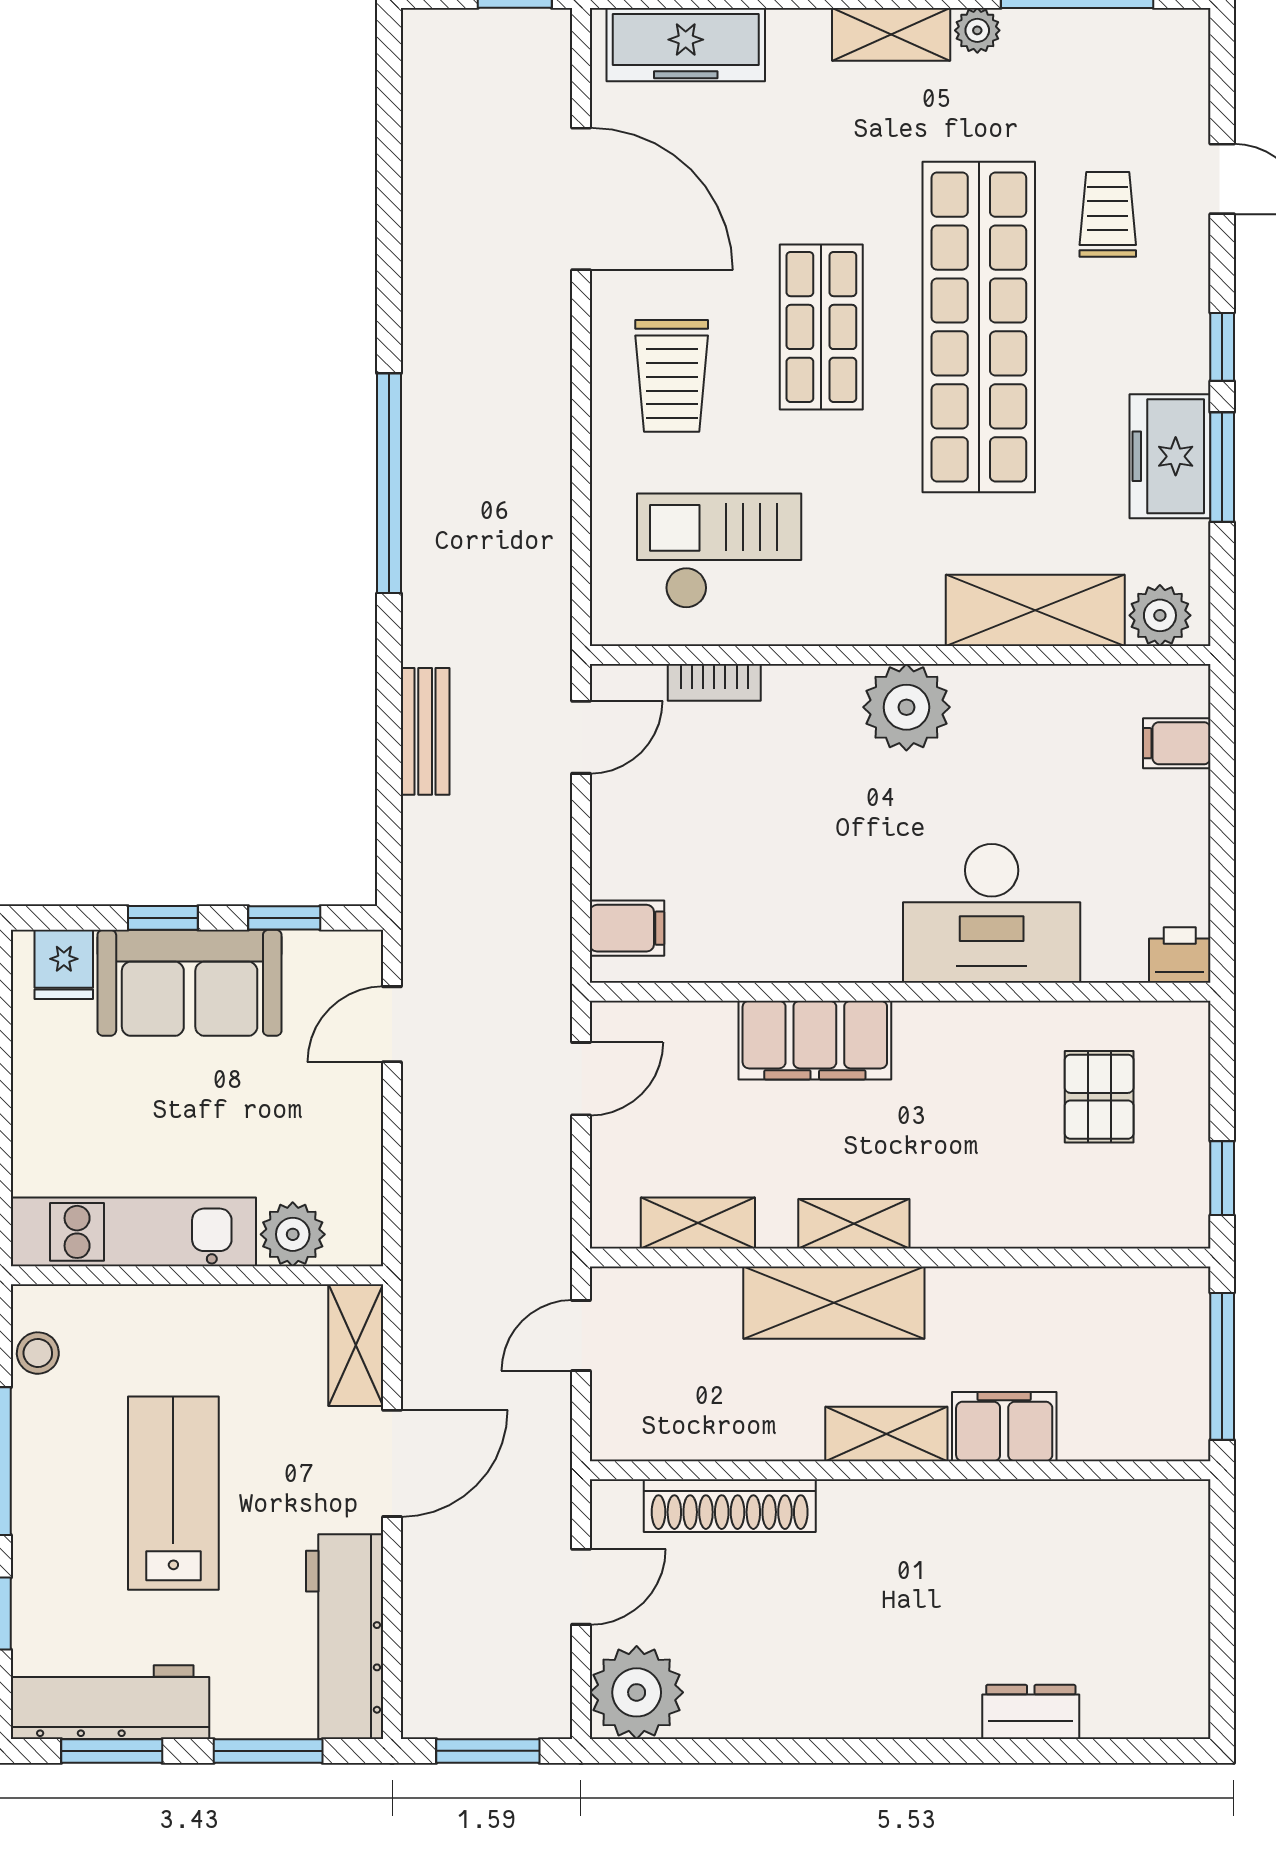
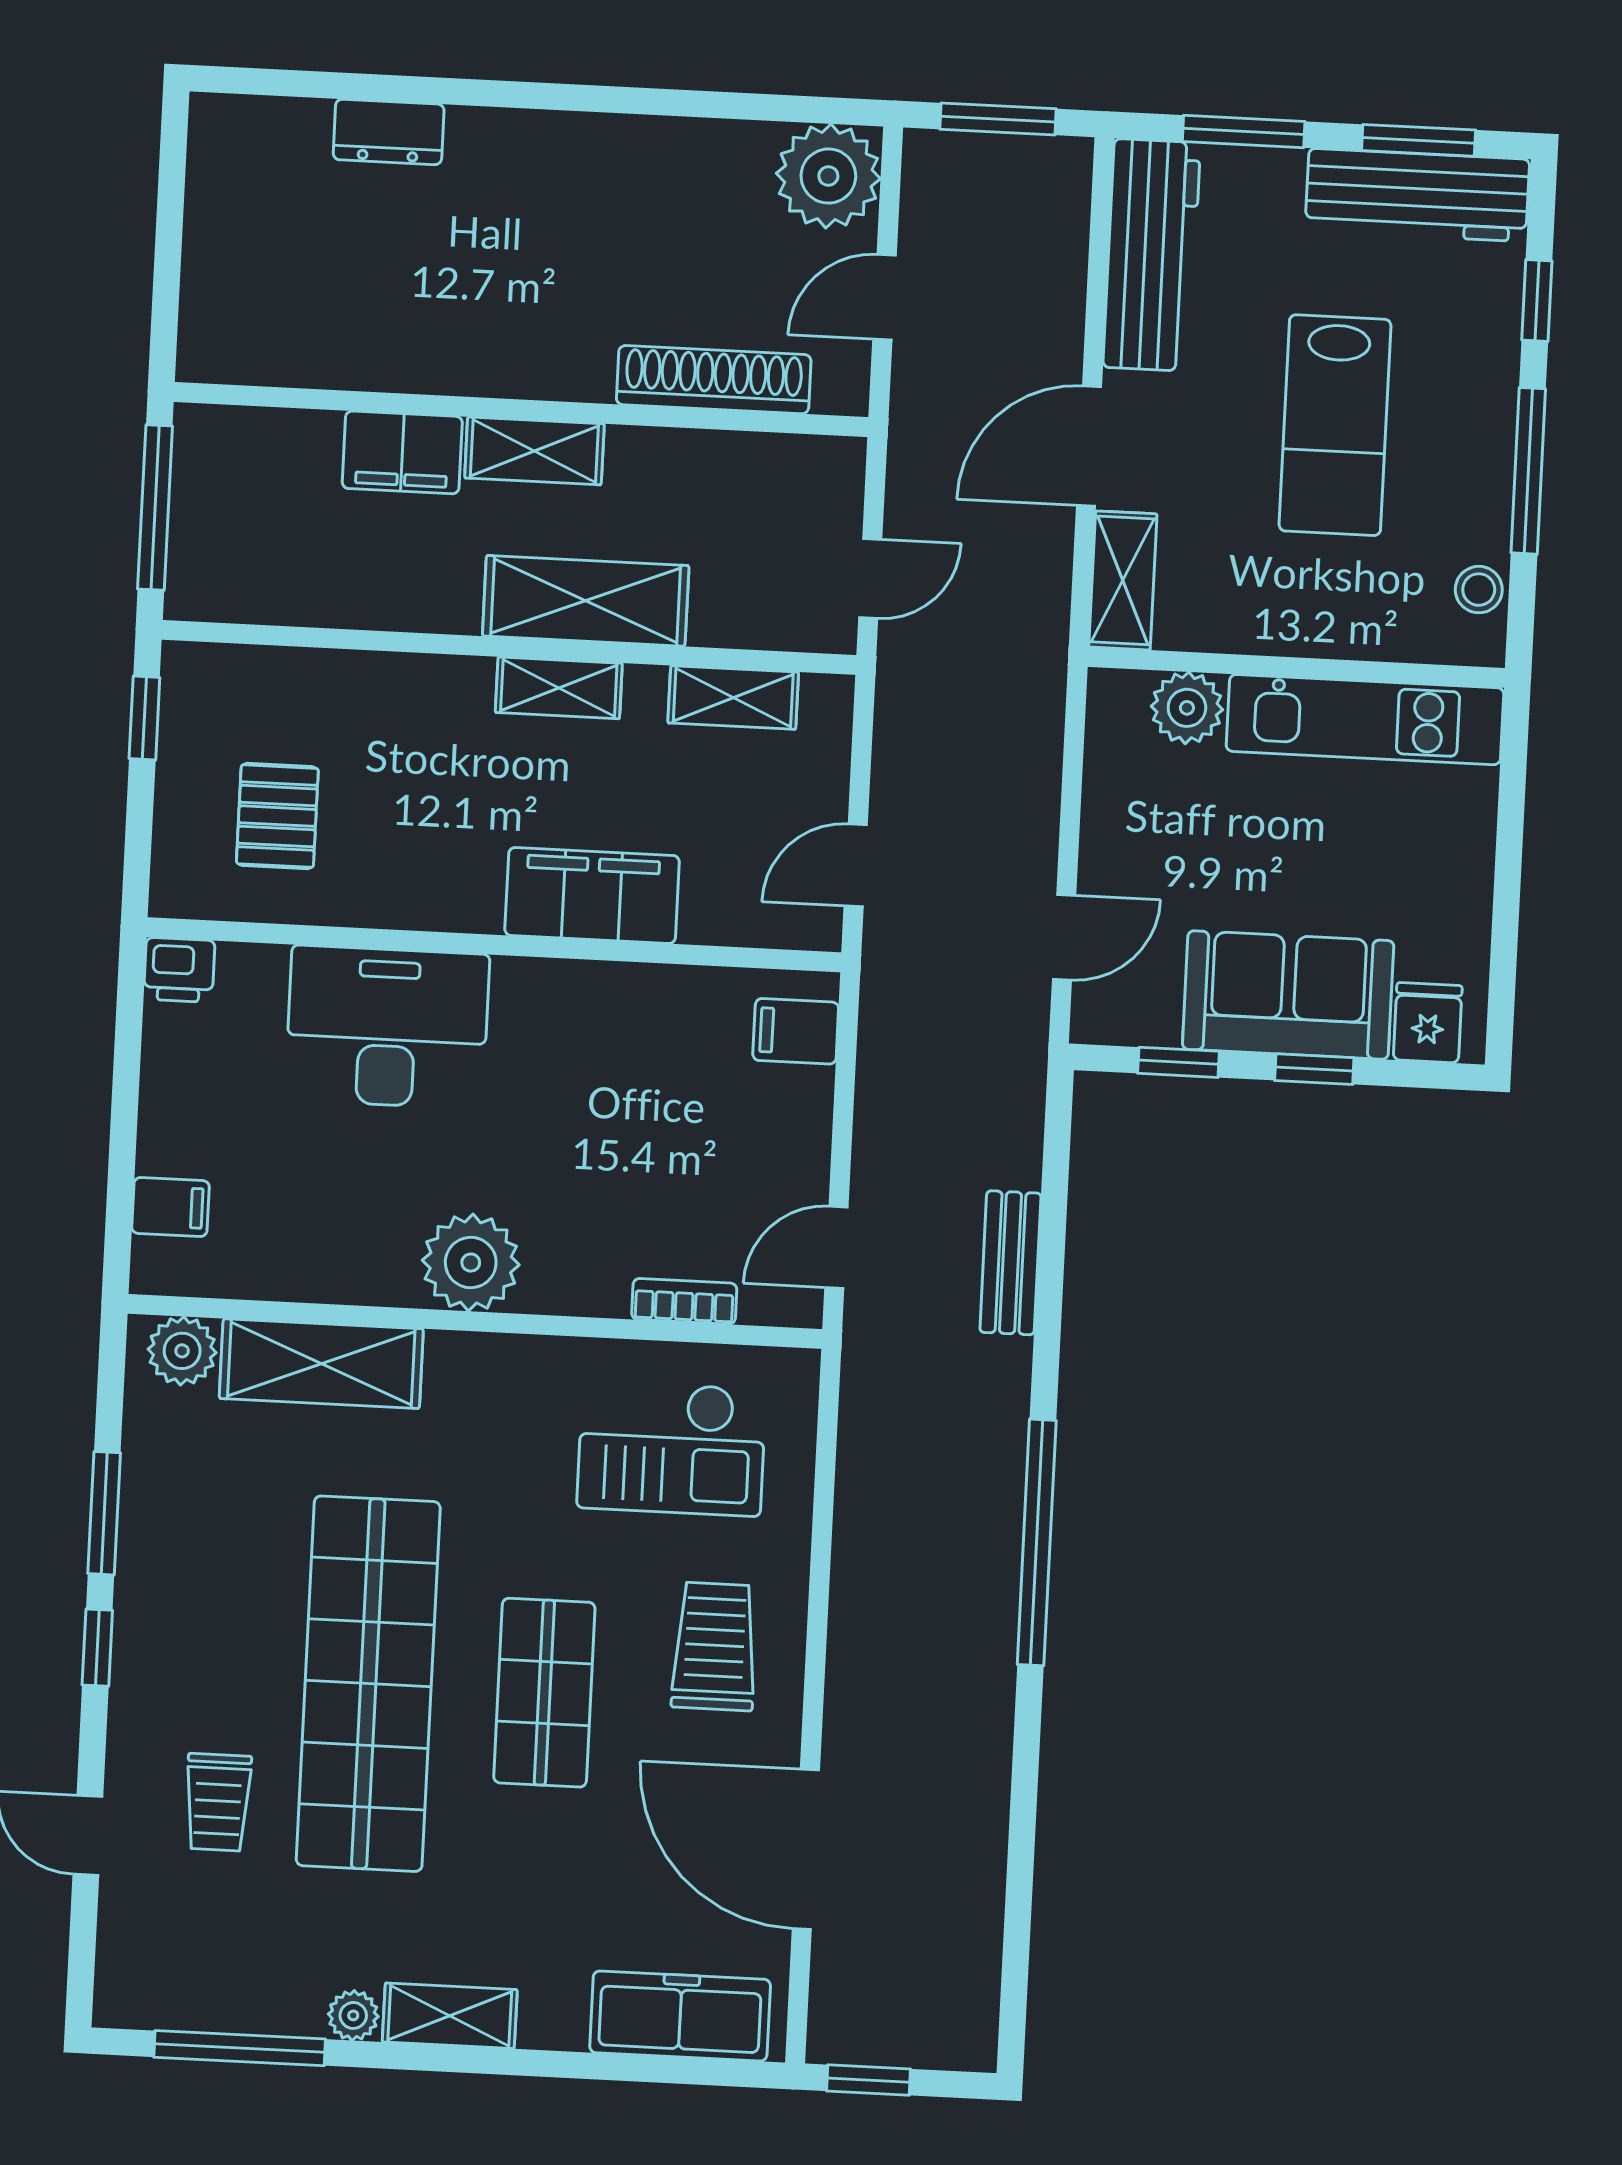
freezer: (1170, 456) -> (162, 1528), removed

